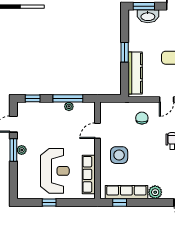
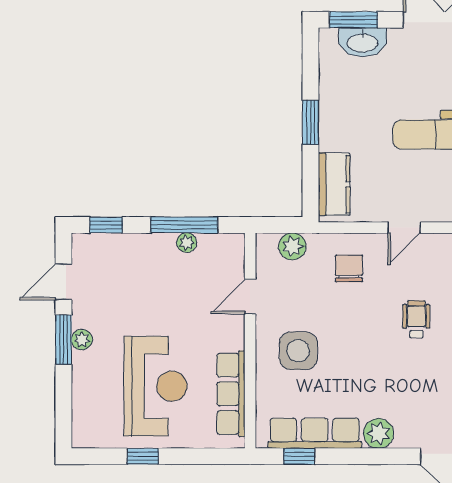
kitchen counter: (135, 73) -> (334, 184), width x0.67
plant: (116, 108) -> (292, 246), added

